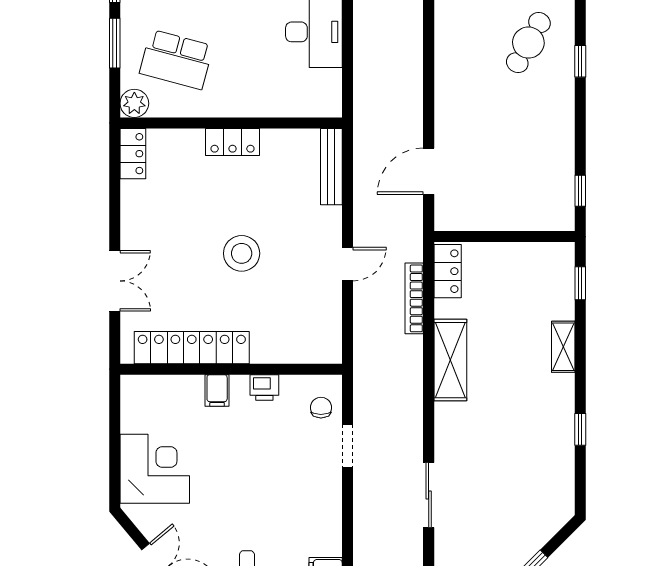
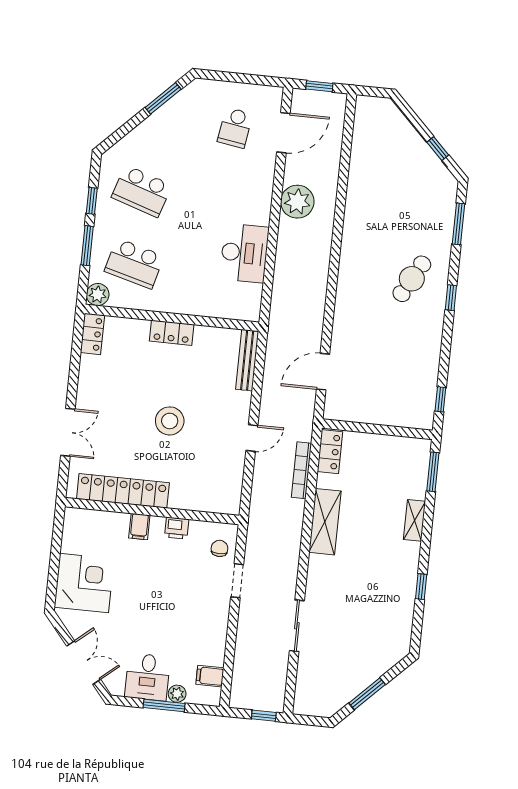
window: (580, 283) -> (433, 472), width x1.50

